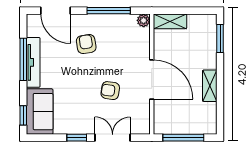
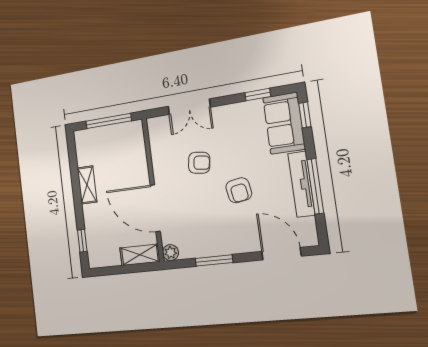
window: (109, 11) -> (214, 260), width x0.69
window: (220, 38) -> (82, 241), width x0.67
armchair: (86, 44) -> (239, 190), moved
door: (152, 79) -> (155, 208), moved
window: (77, 138) -> (258, 95), moved

